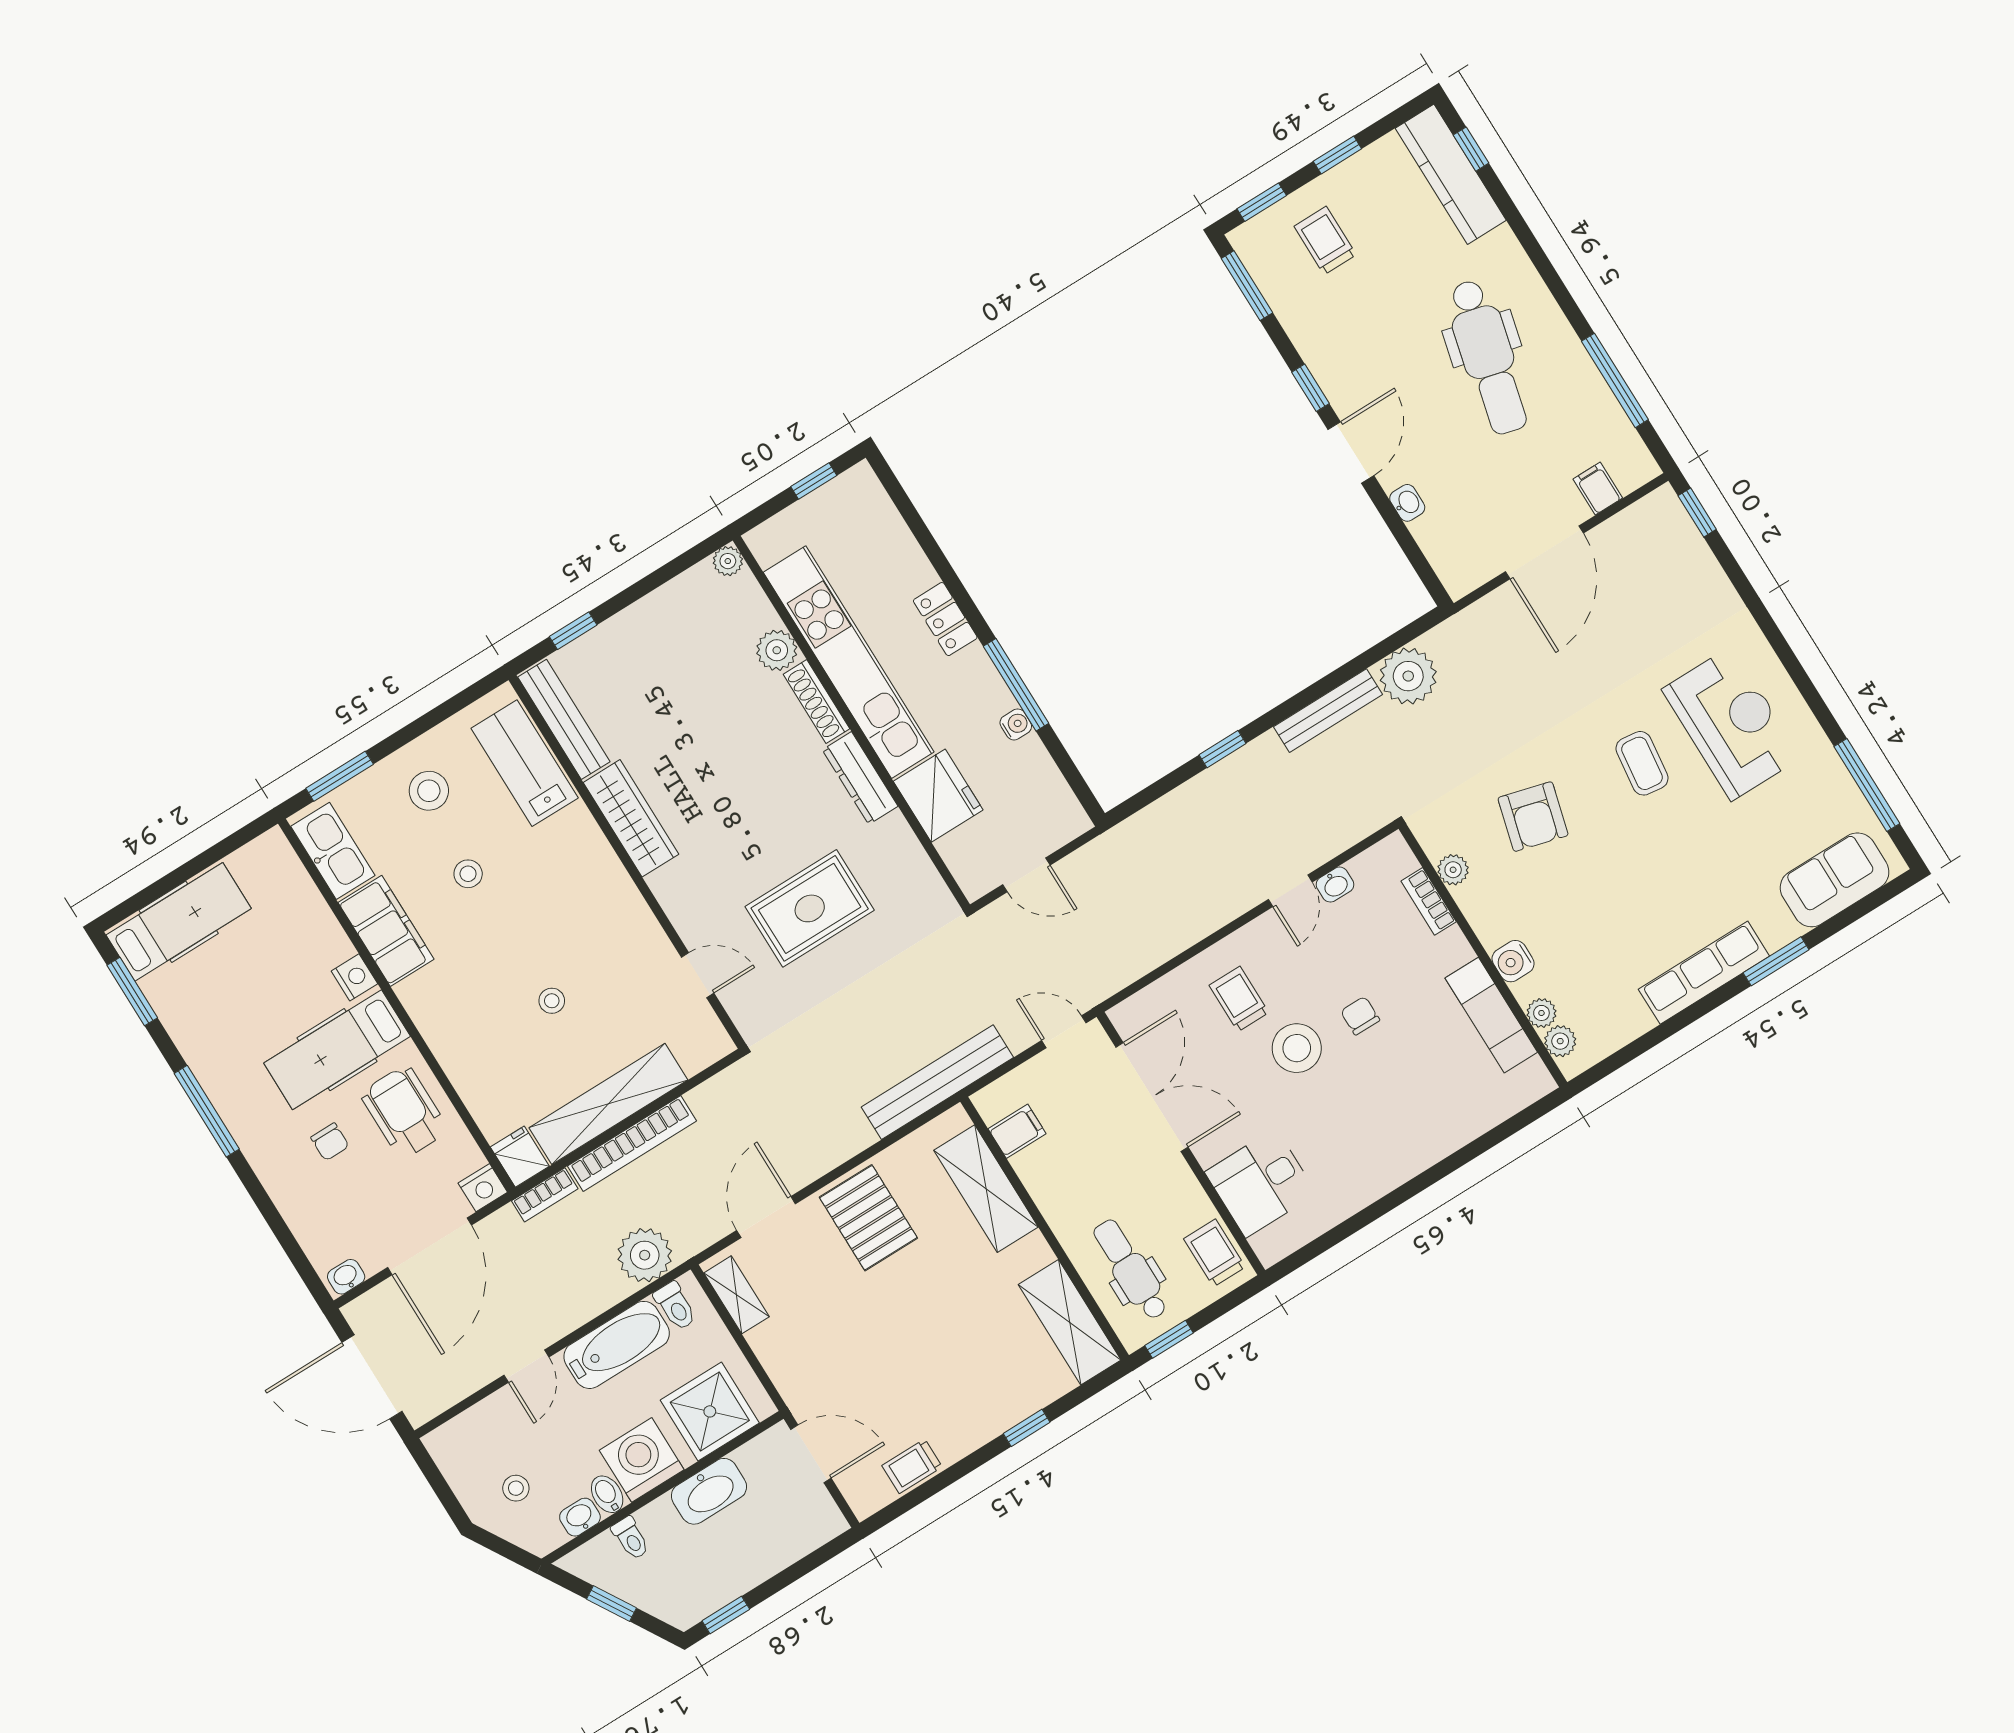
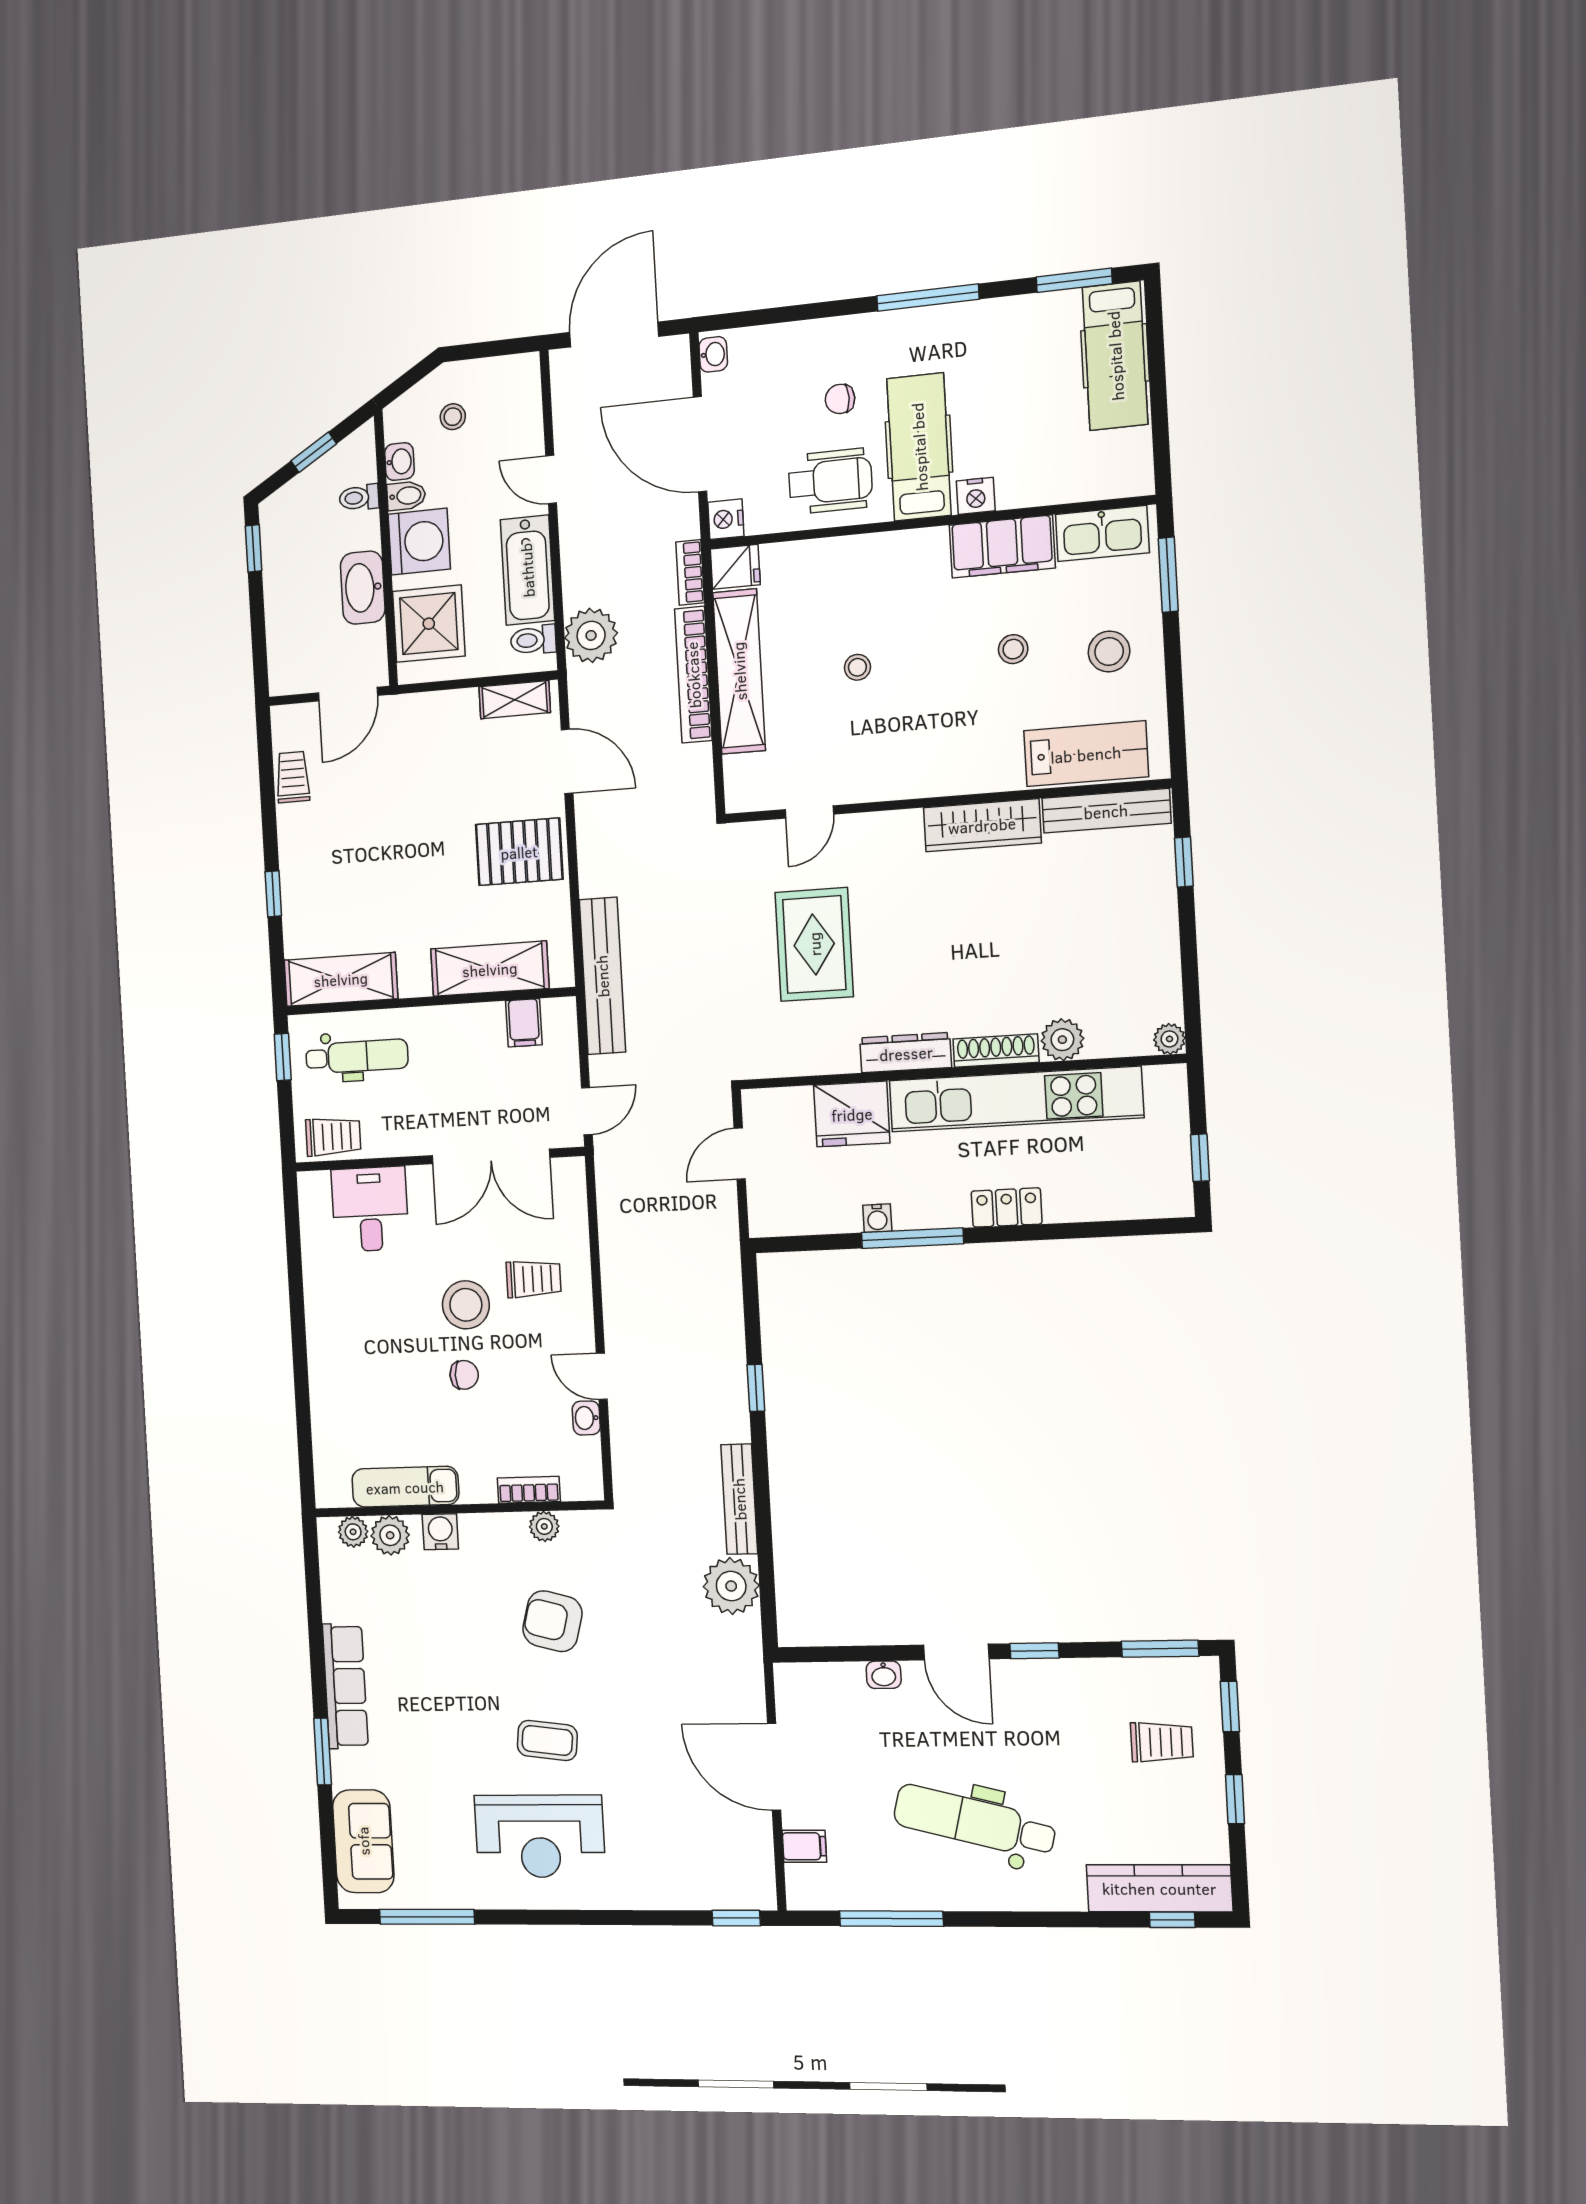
plant: (1541, 1013) -> (390, 1535), width x1.38, depth x1.38

